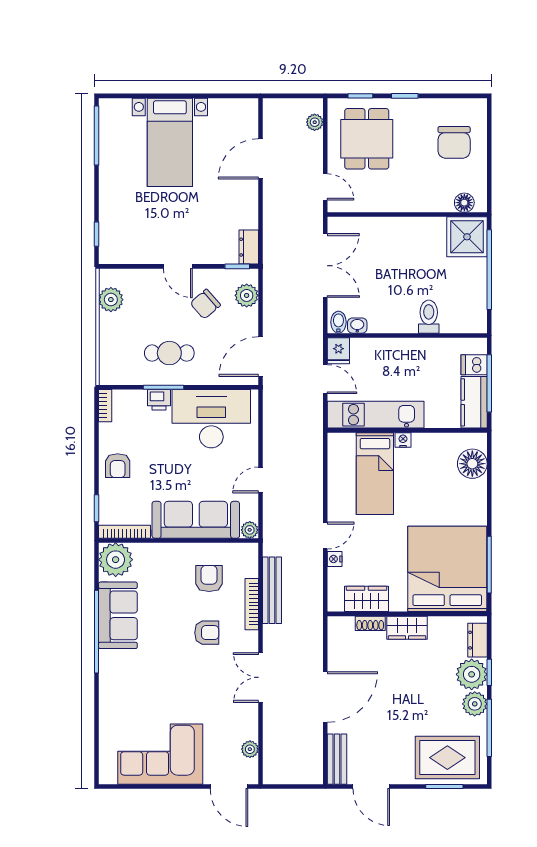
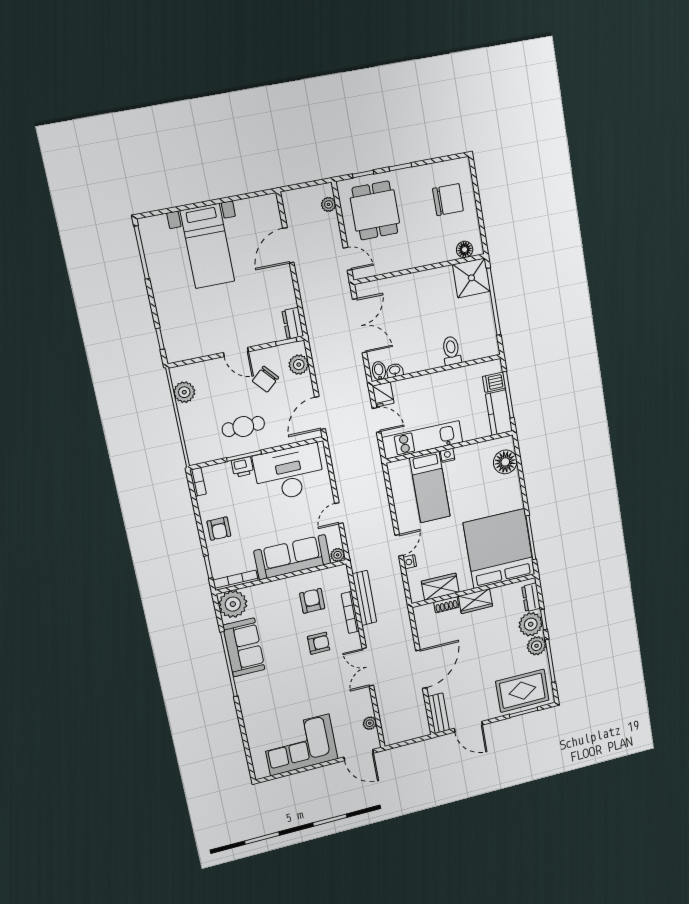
chair: (454, 142) -> (448, 200), turned -90

